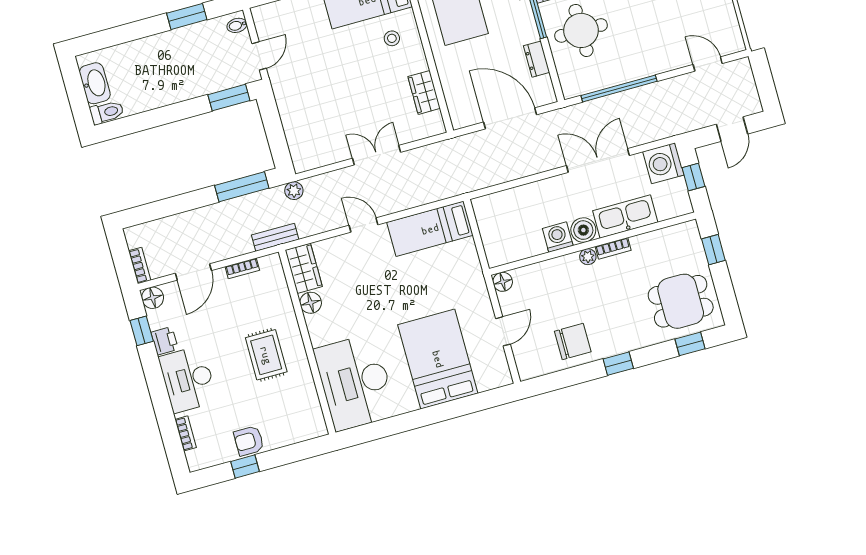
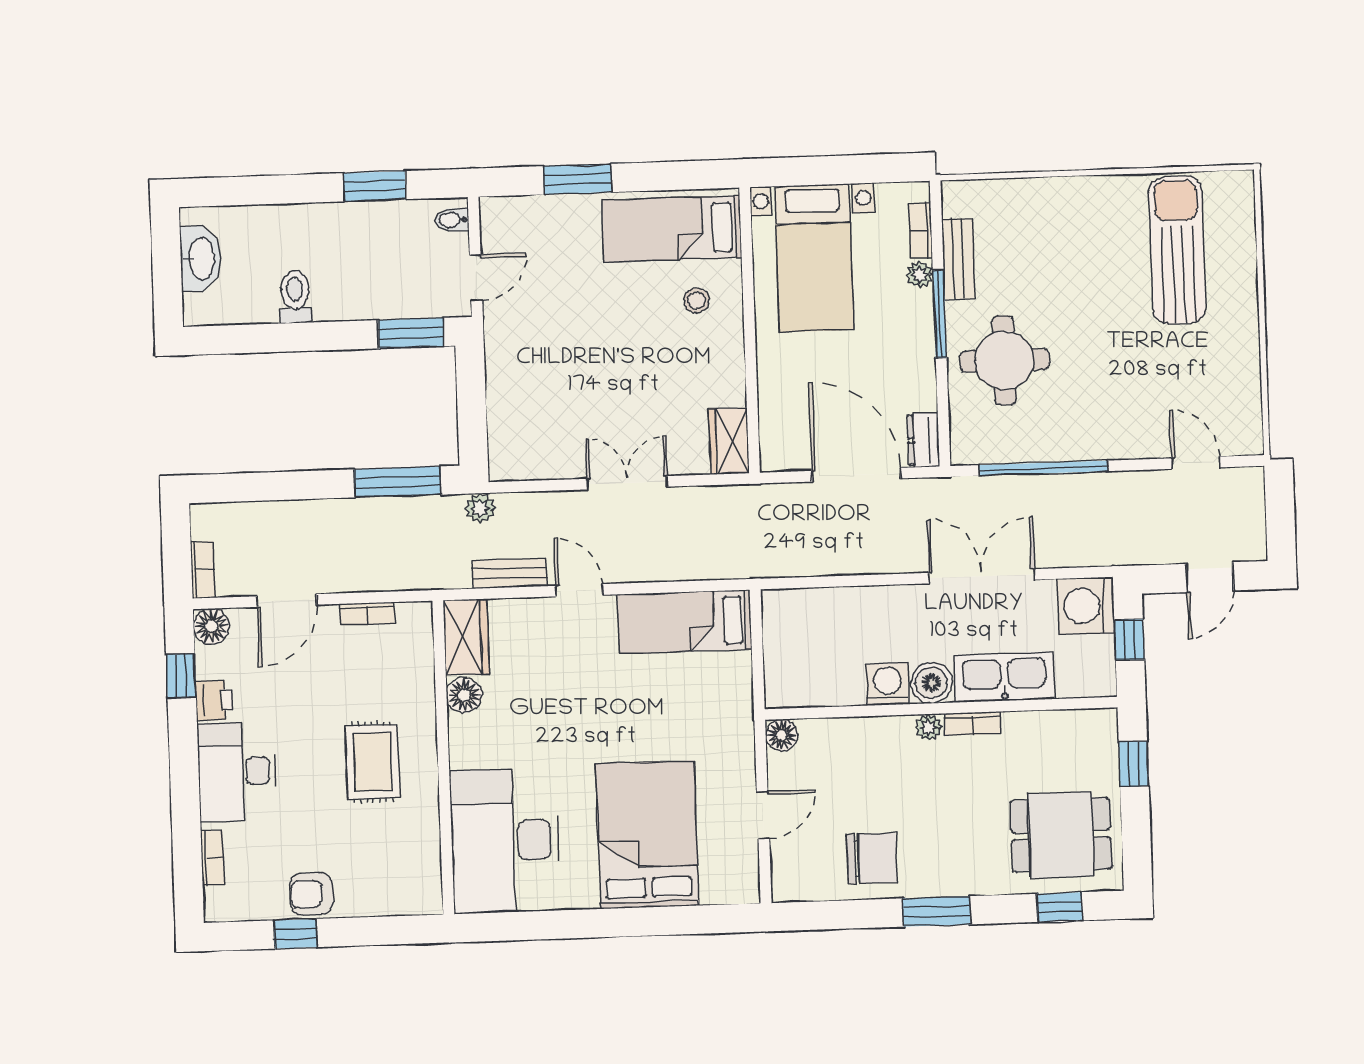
dresser: (537, 59) -> (923, 440), moved
wardrobe: (424, 92) -> (729, 441), moved
toilet: (107, 112) -> (295, 297), moved, turned -90
bench: (275, 237) -> (510, 573), moved
window: (618, 364) -> (936, 911), width x1.50

